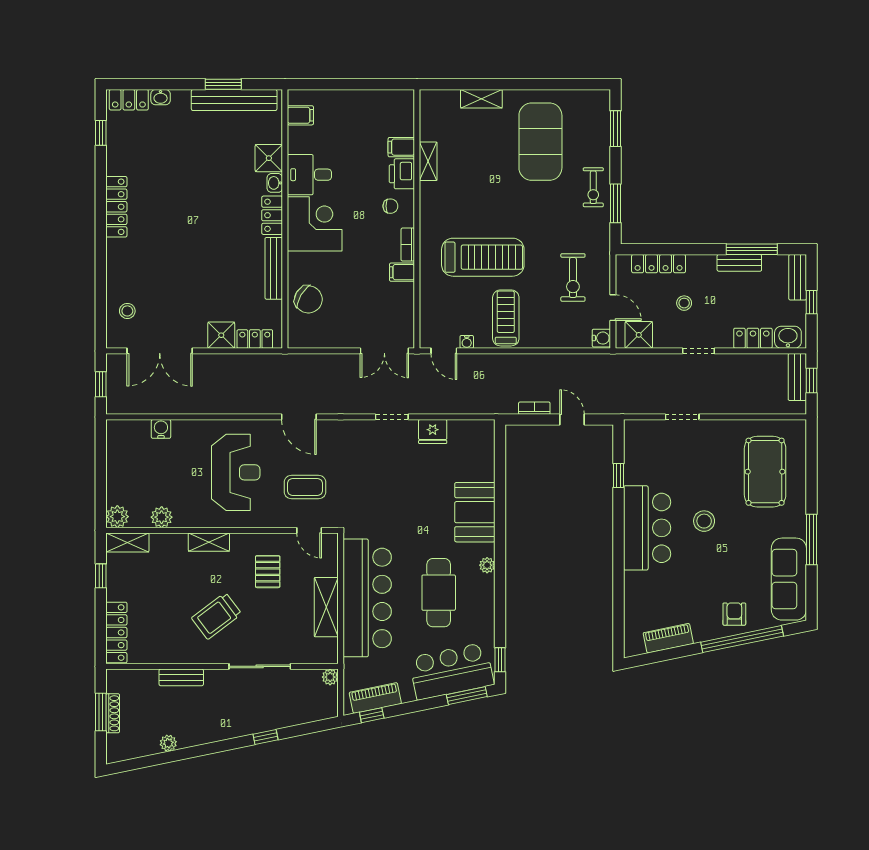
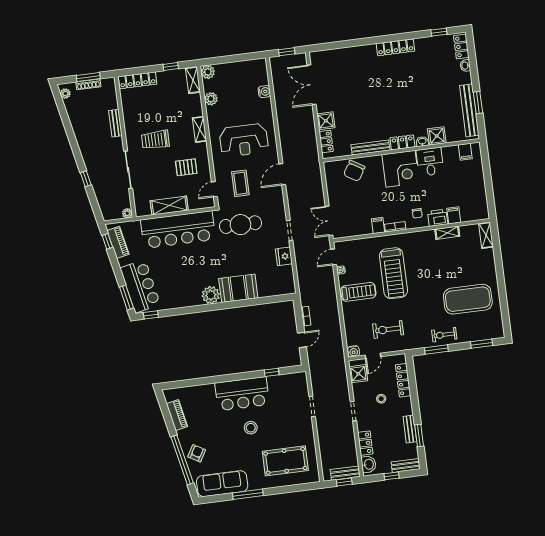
shelving: (481, 99) -> (486, 235), moved
window: (752, 249) -> (419, 436), width x0.69
stool: (127, 311) -> (333, 62), removed
plant: (487, 565) -> (211, 295), width x1.87, depth x1.87
cafe table: (439, 593) -> (240, 225), moved
armchair: (734, 614) -> (197, 453), turned -60
trolley: (217, 616) -> (155, 140), turned -53
plant: (168, 743) -> (65, 94), moved

